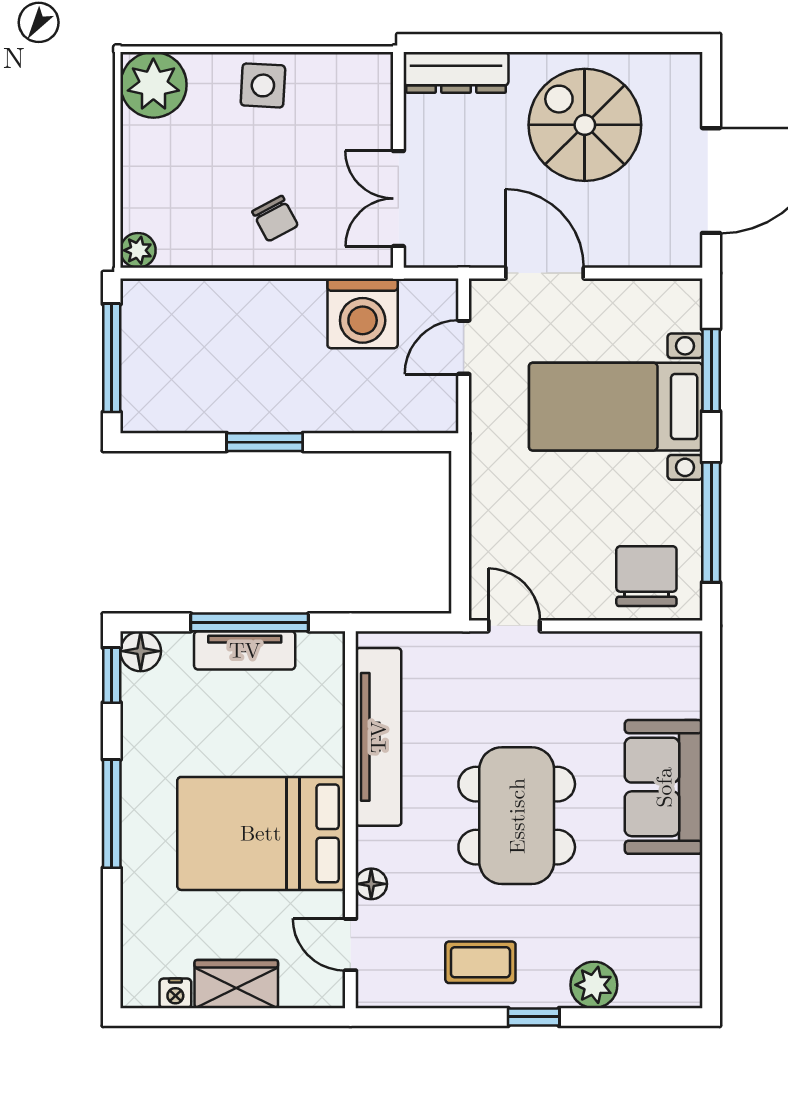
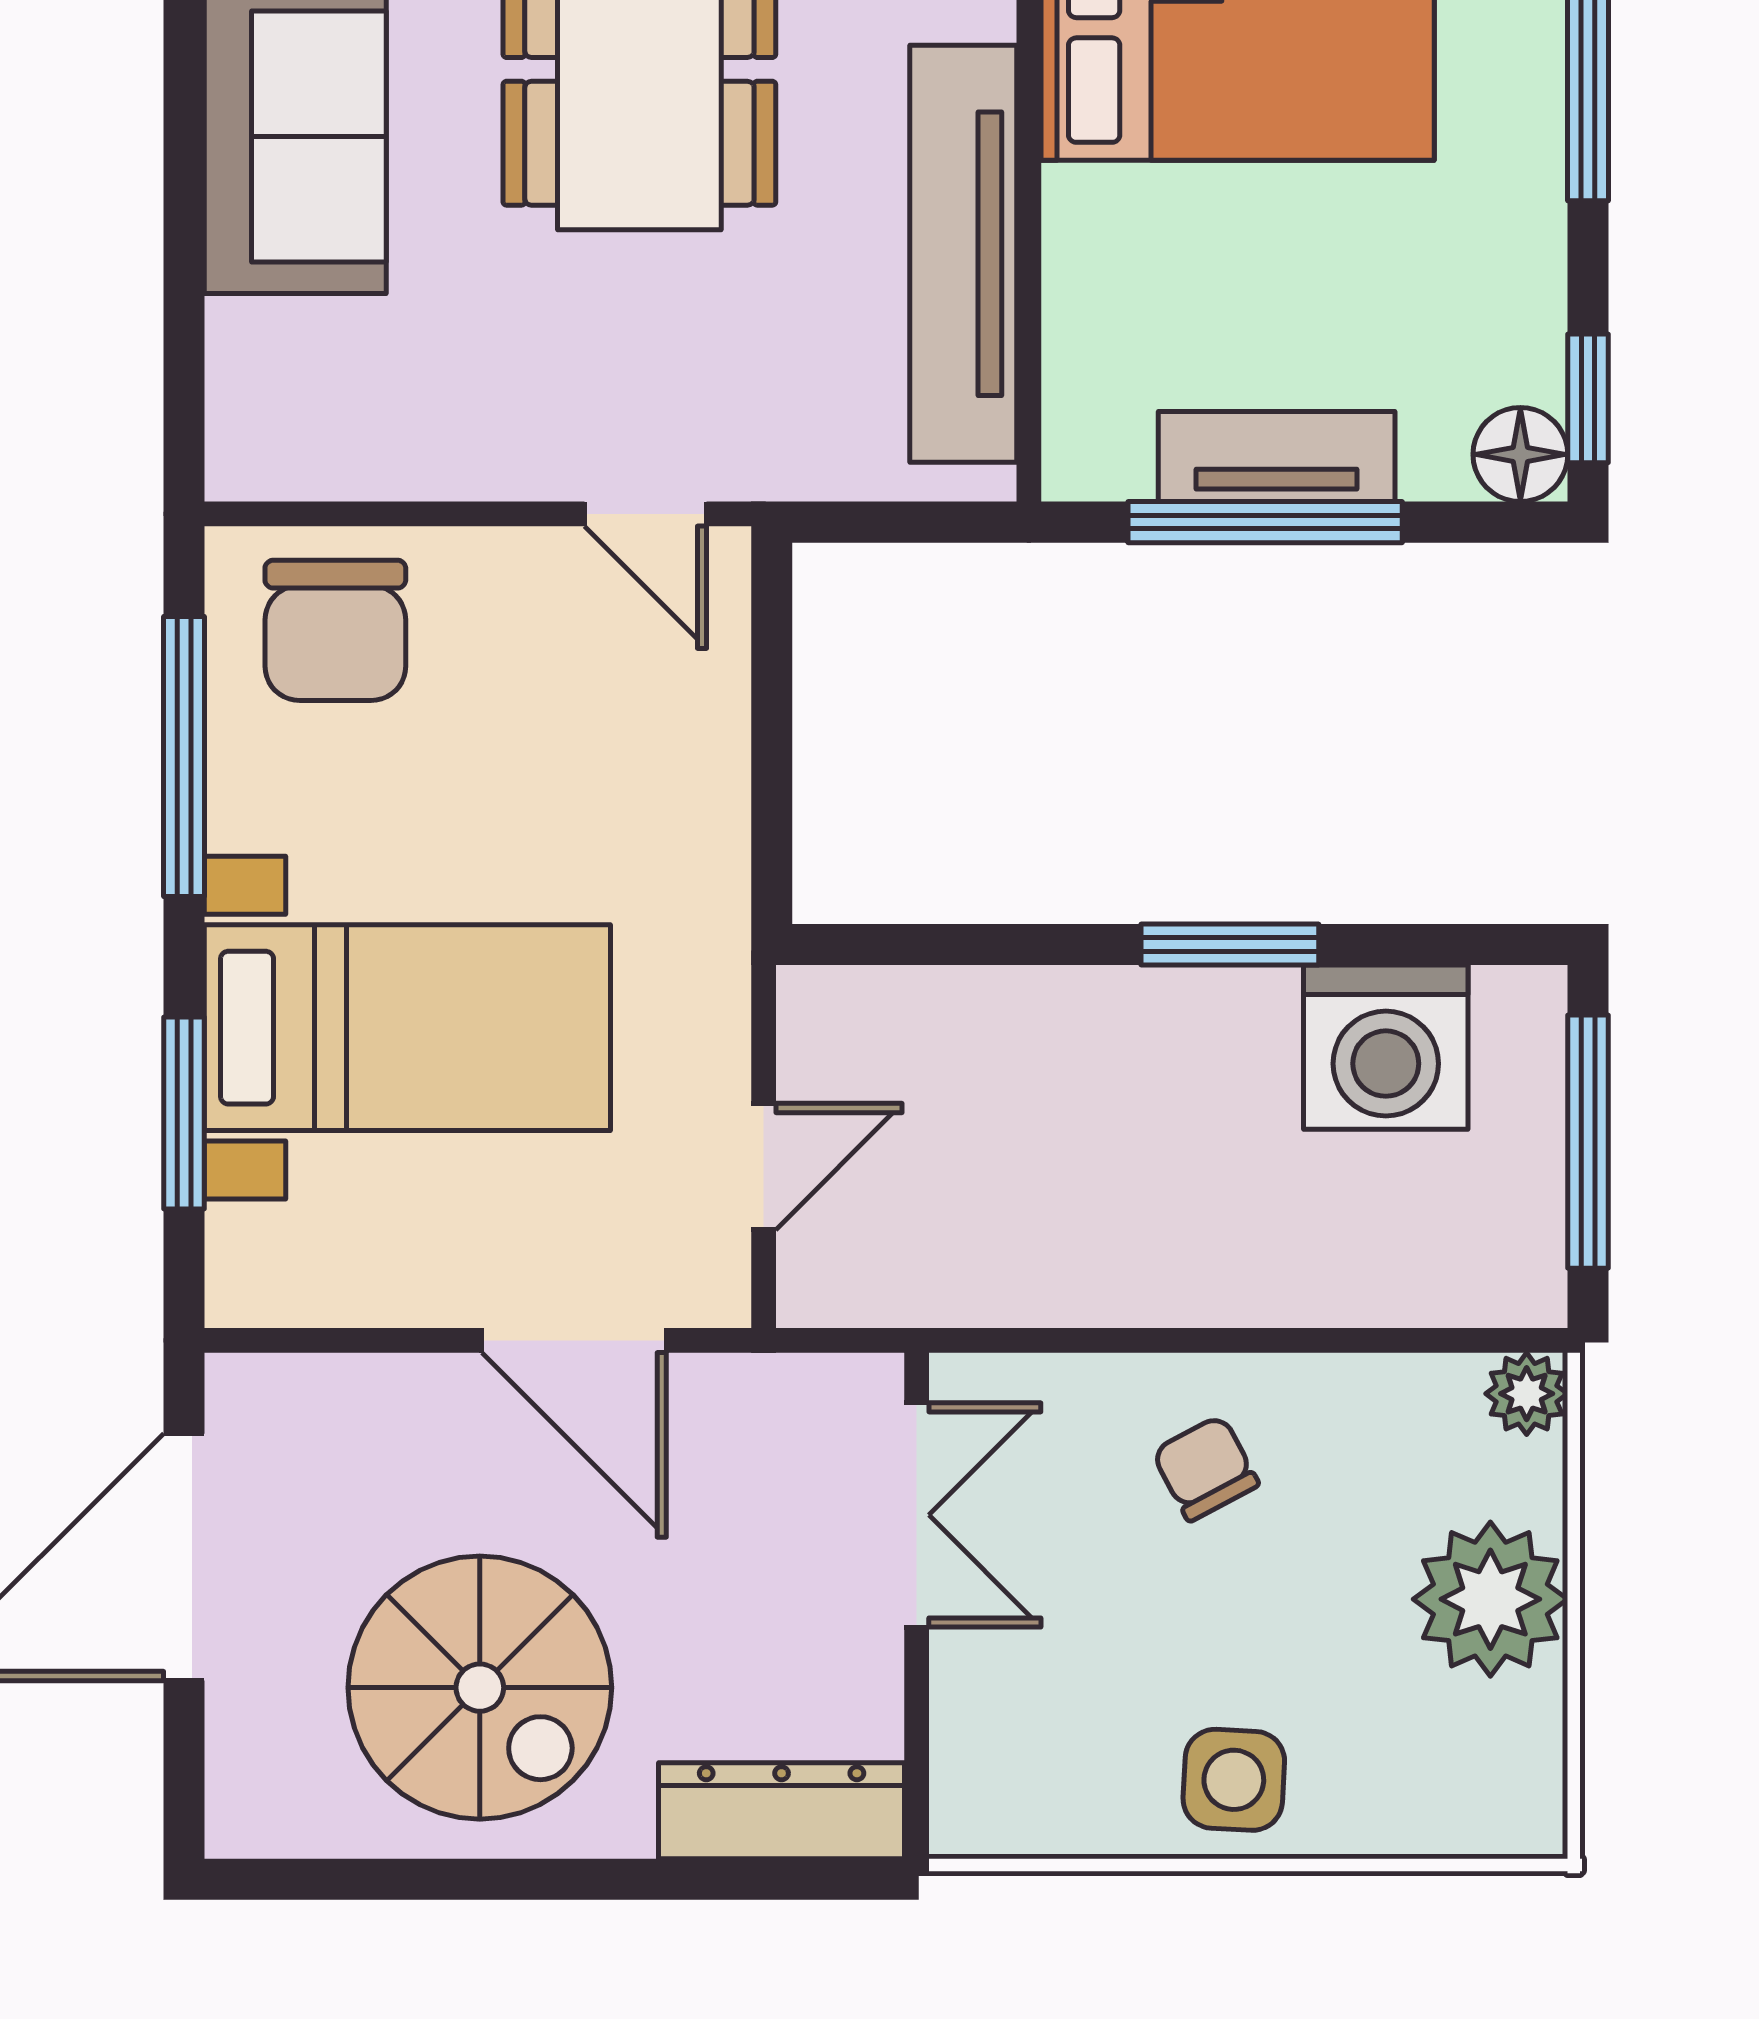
plant: (153, 85) -> (1490, 1599), moved
washing machine: (363, 313) -> (1386, 1047), moved, turned 180

